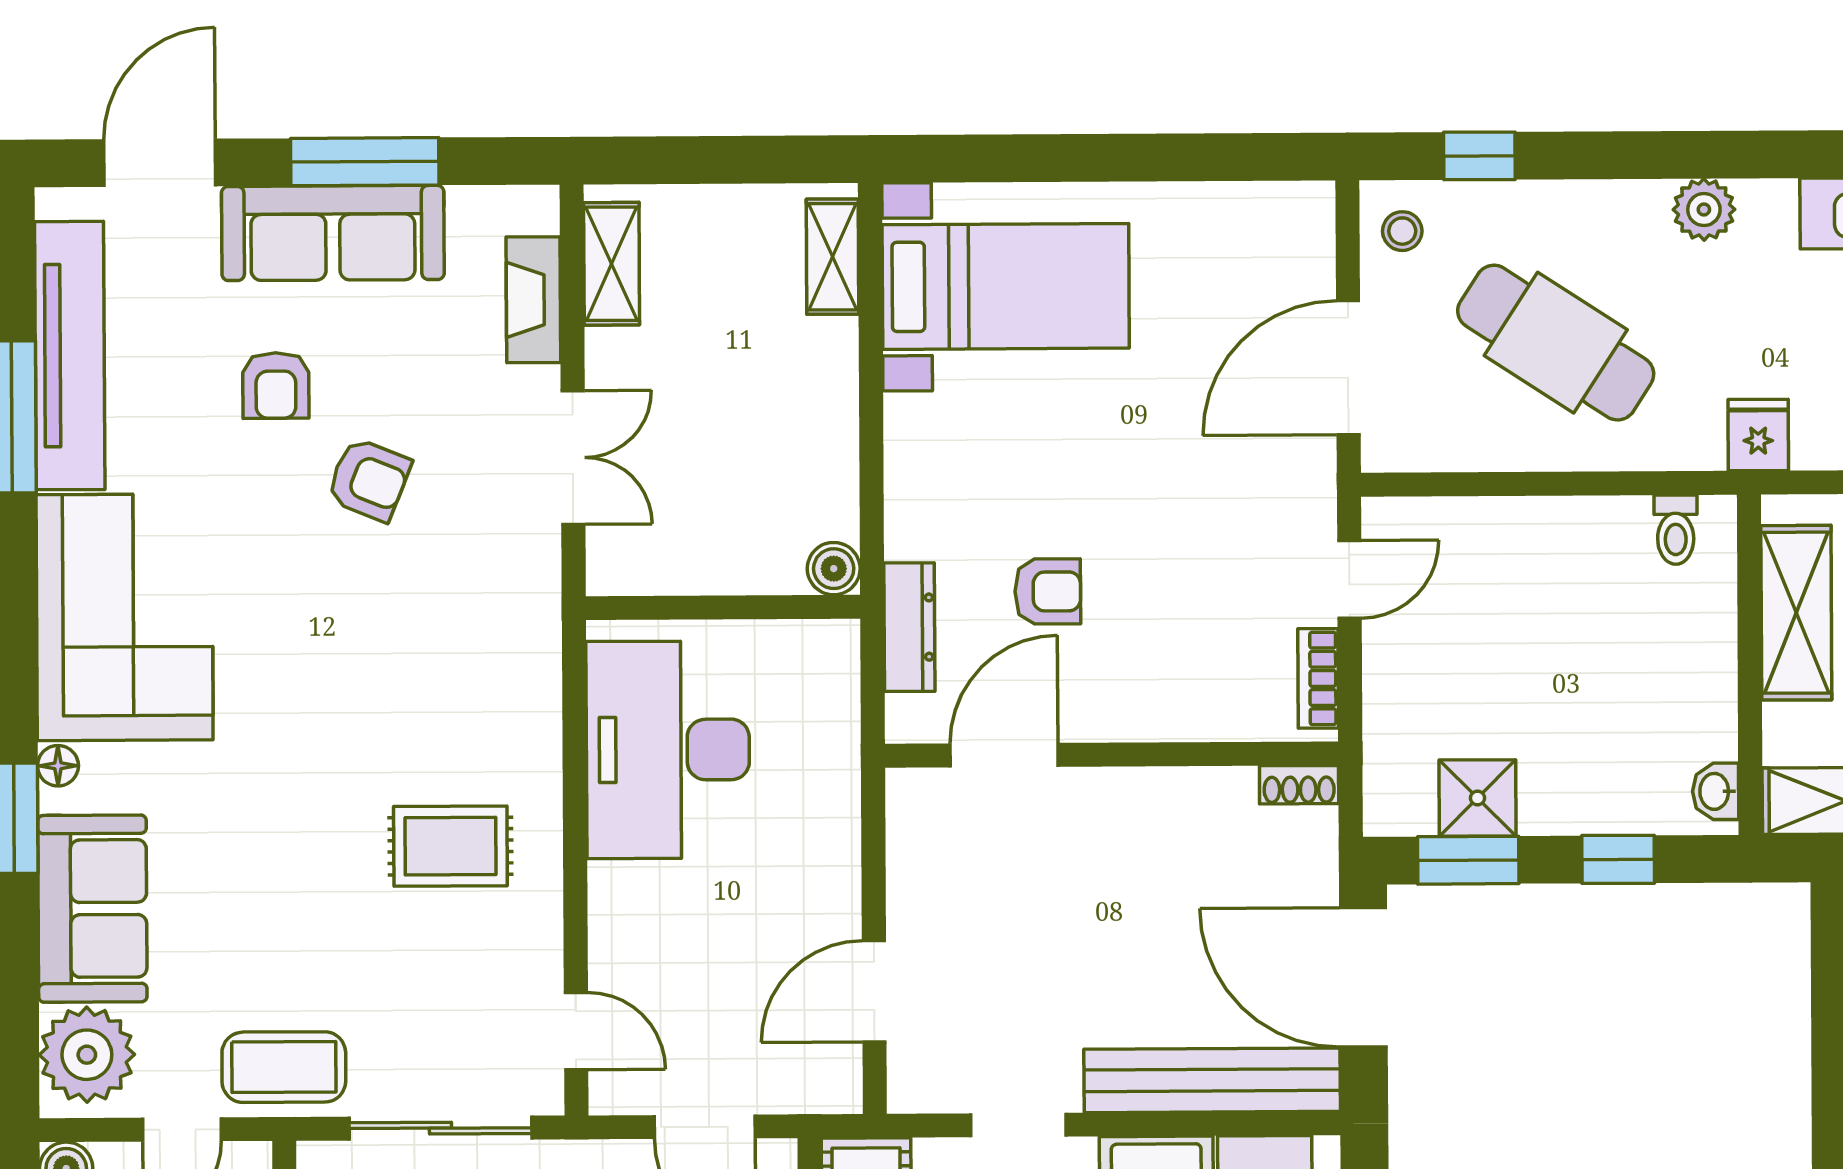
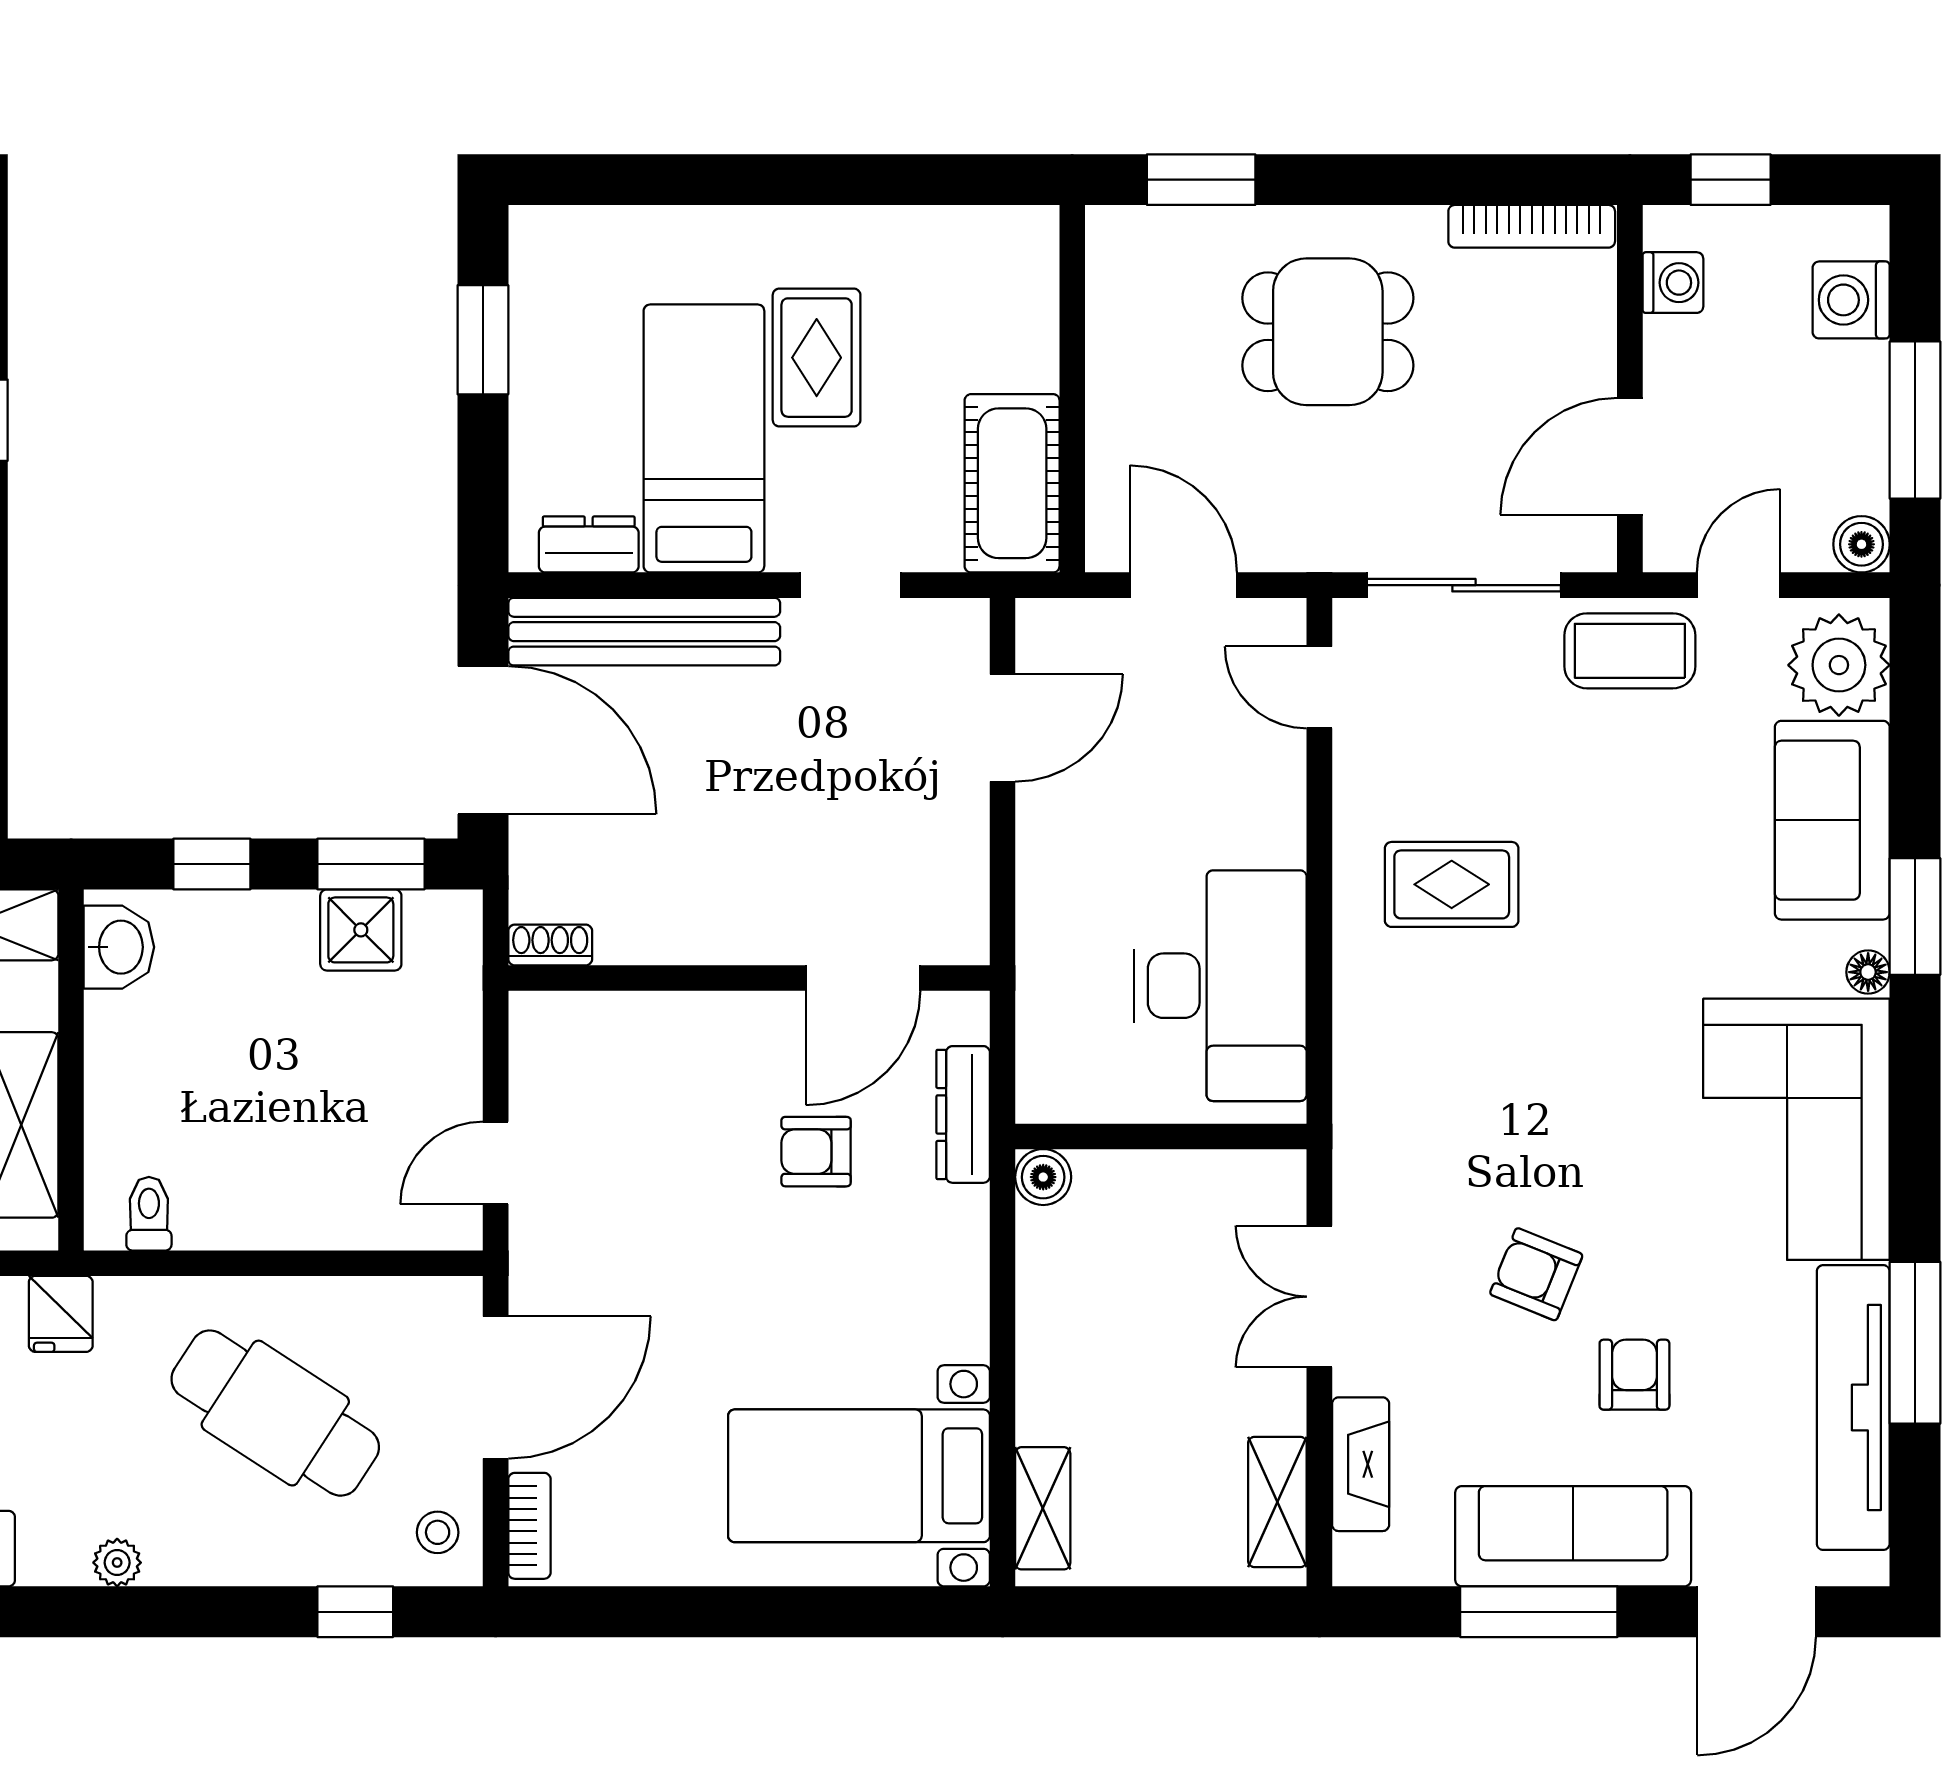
plant: (1704, 209) -> (117, 1563), width x0.73, depth x0.73
bookcase: (1318, 678) -> (529, 1526), moved
washbasin: (1716, 791) -> (119, 947), width x1.38, depth x1.45

